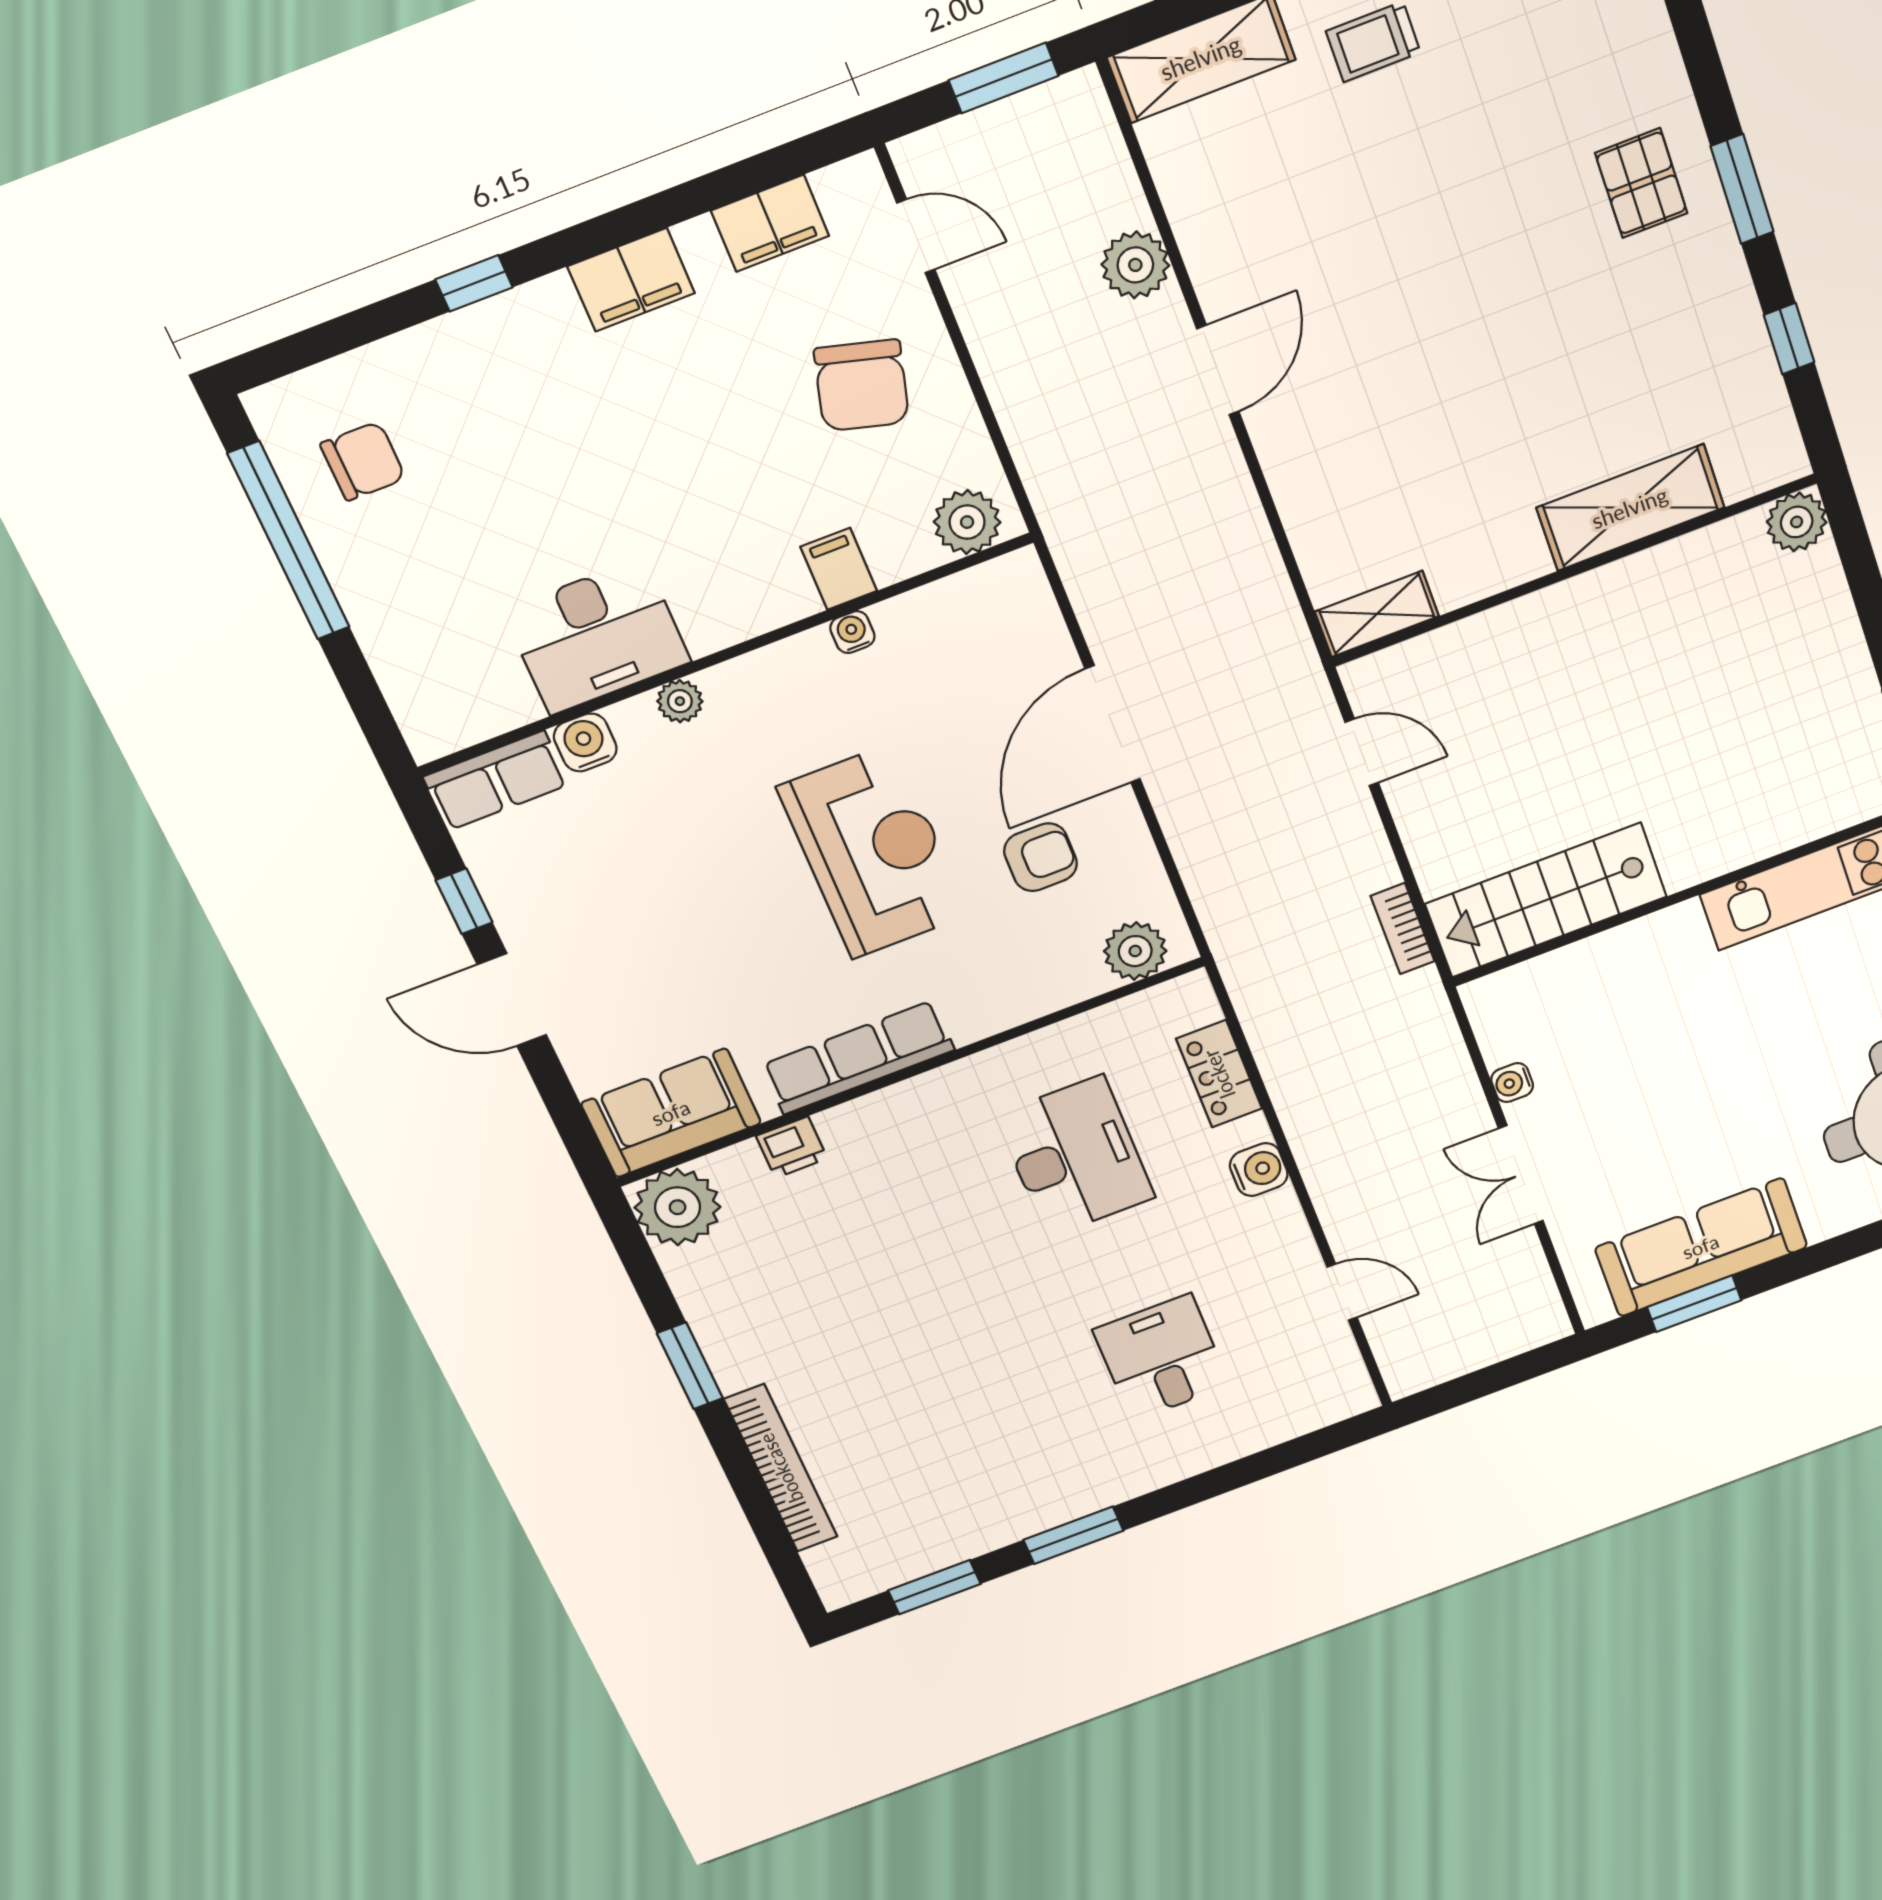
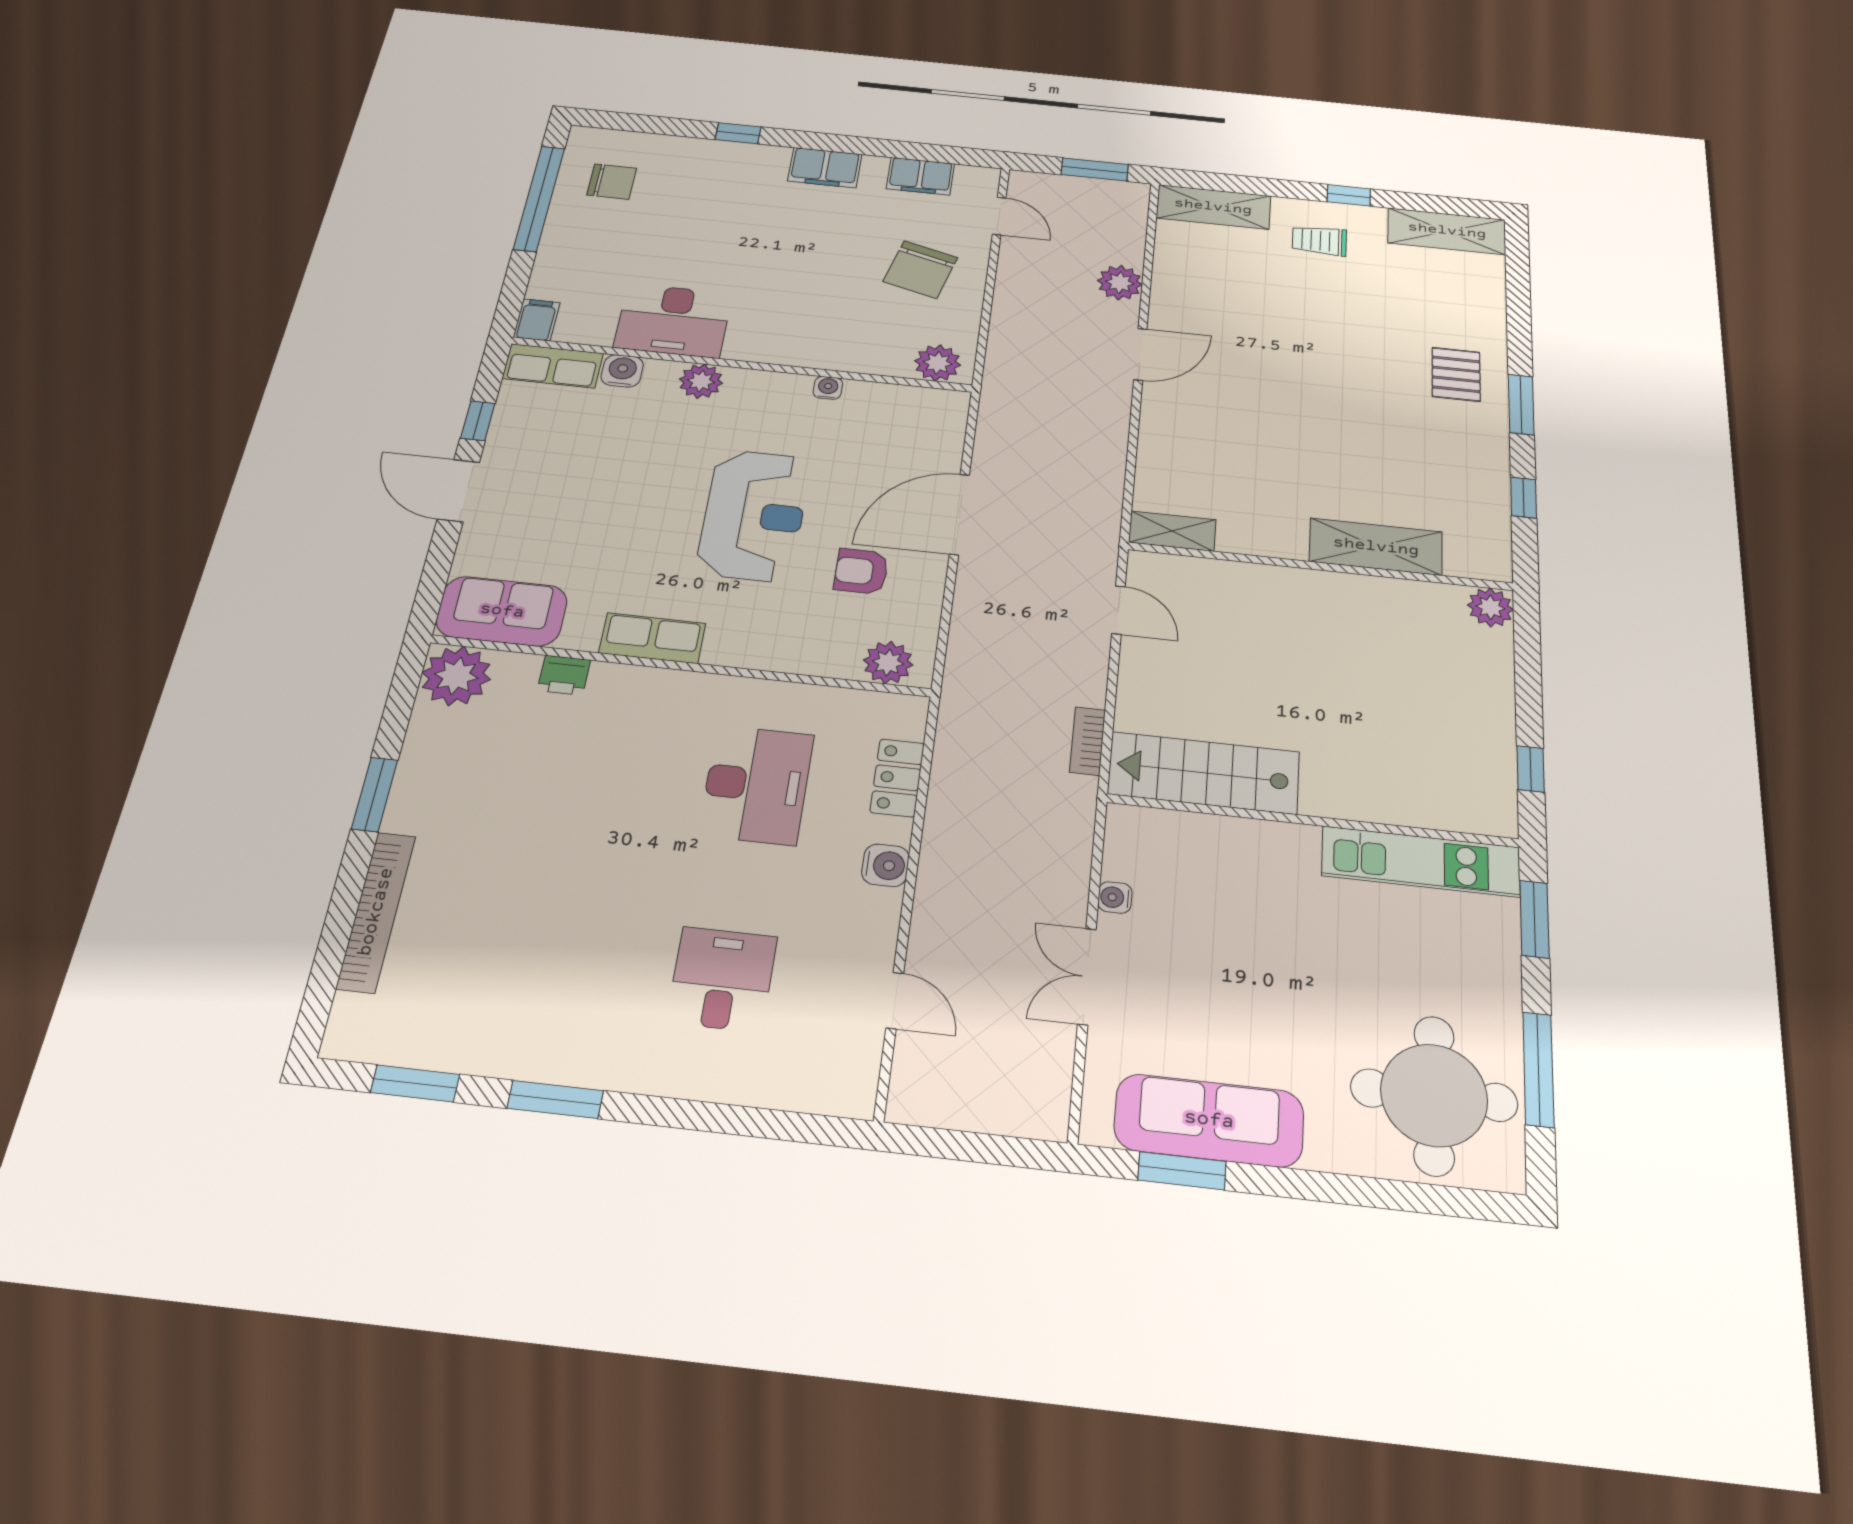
filing cabinet: (839, 569) -> (537, 320), moved
plant: (680, 701) -> (701, 381), width x1.38, depth x1.38
armchair: (1041, 857) -> (861, 571), turned 180
row of seats: (858, 1057) -> (652, 638), width x0.68

